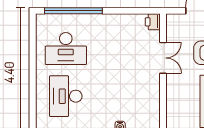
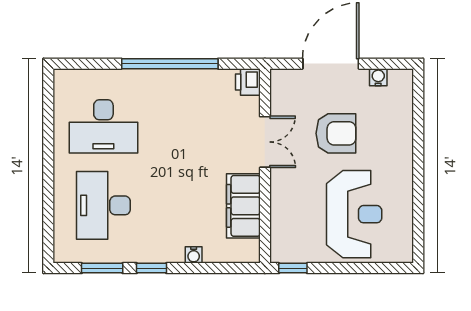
window: (73, 11) -> (170, 64), moved
filing cabinet: (150, 96) -> (243, 206), added

